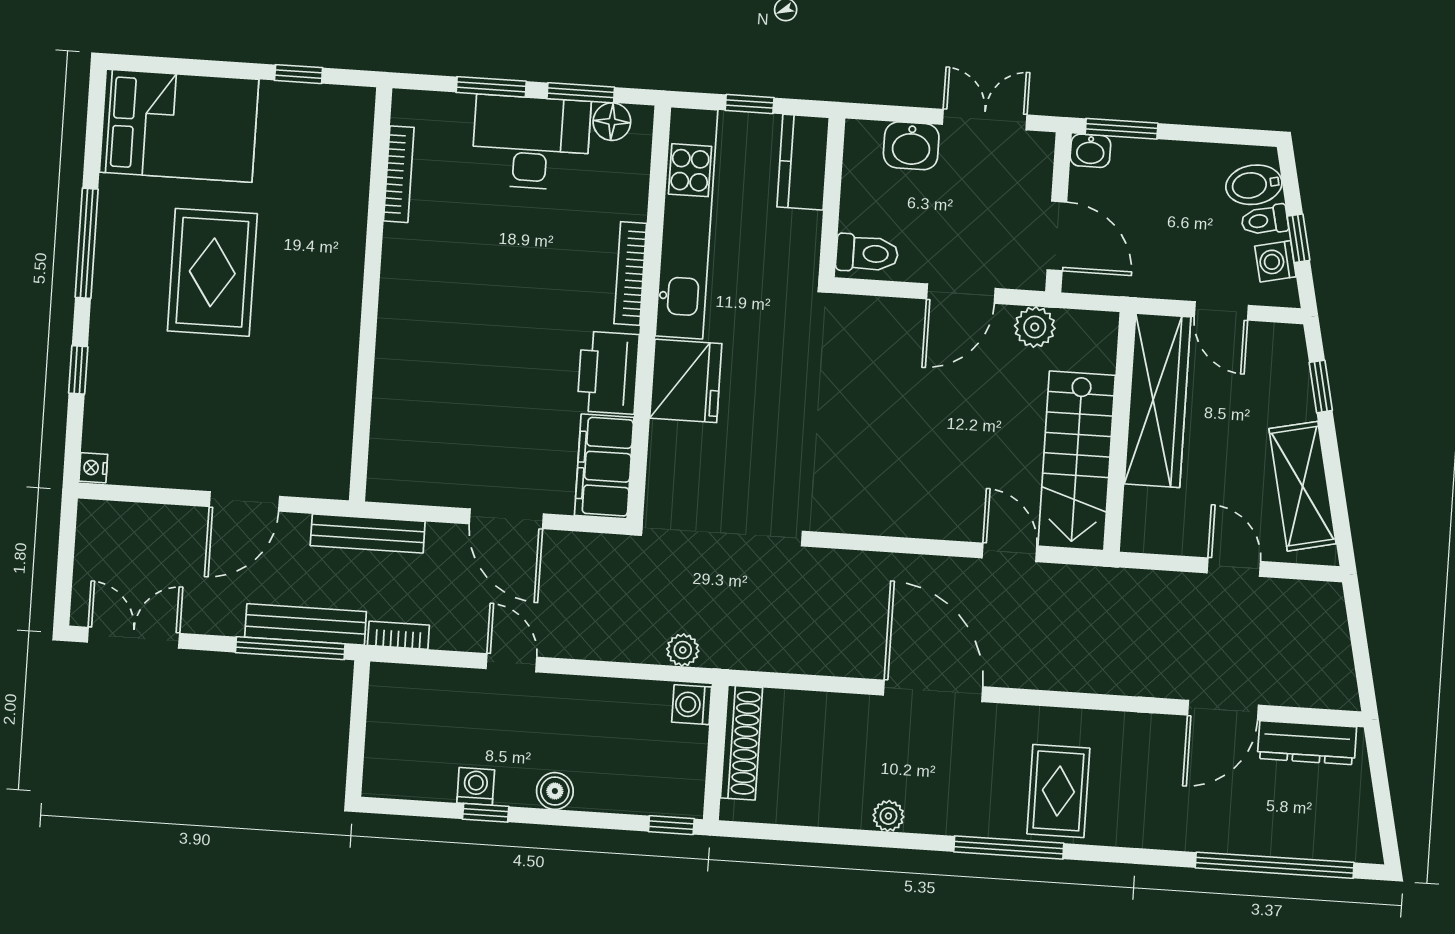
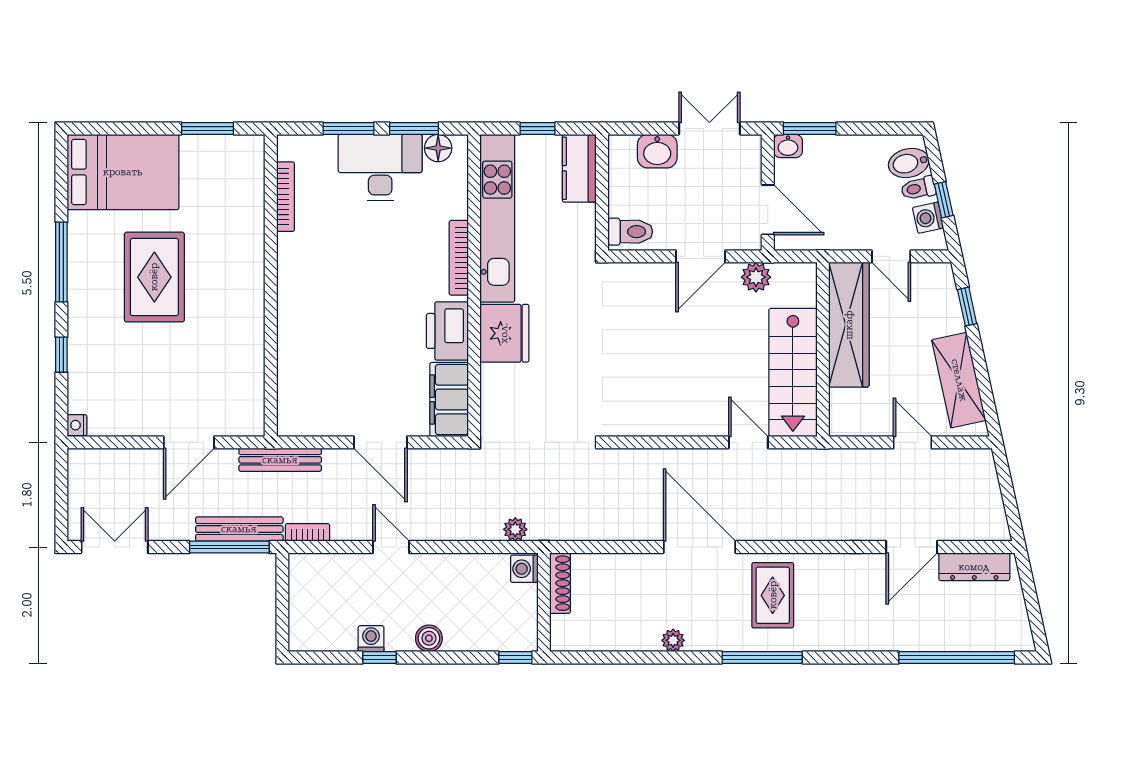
window: (299, 74) -> (208, 129), width x1.50
shoe rack: (741, 743) -> (560, 583), width x0.74, depth x0.81
rug: (1058, 791) -> (773, 595), moved

